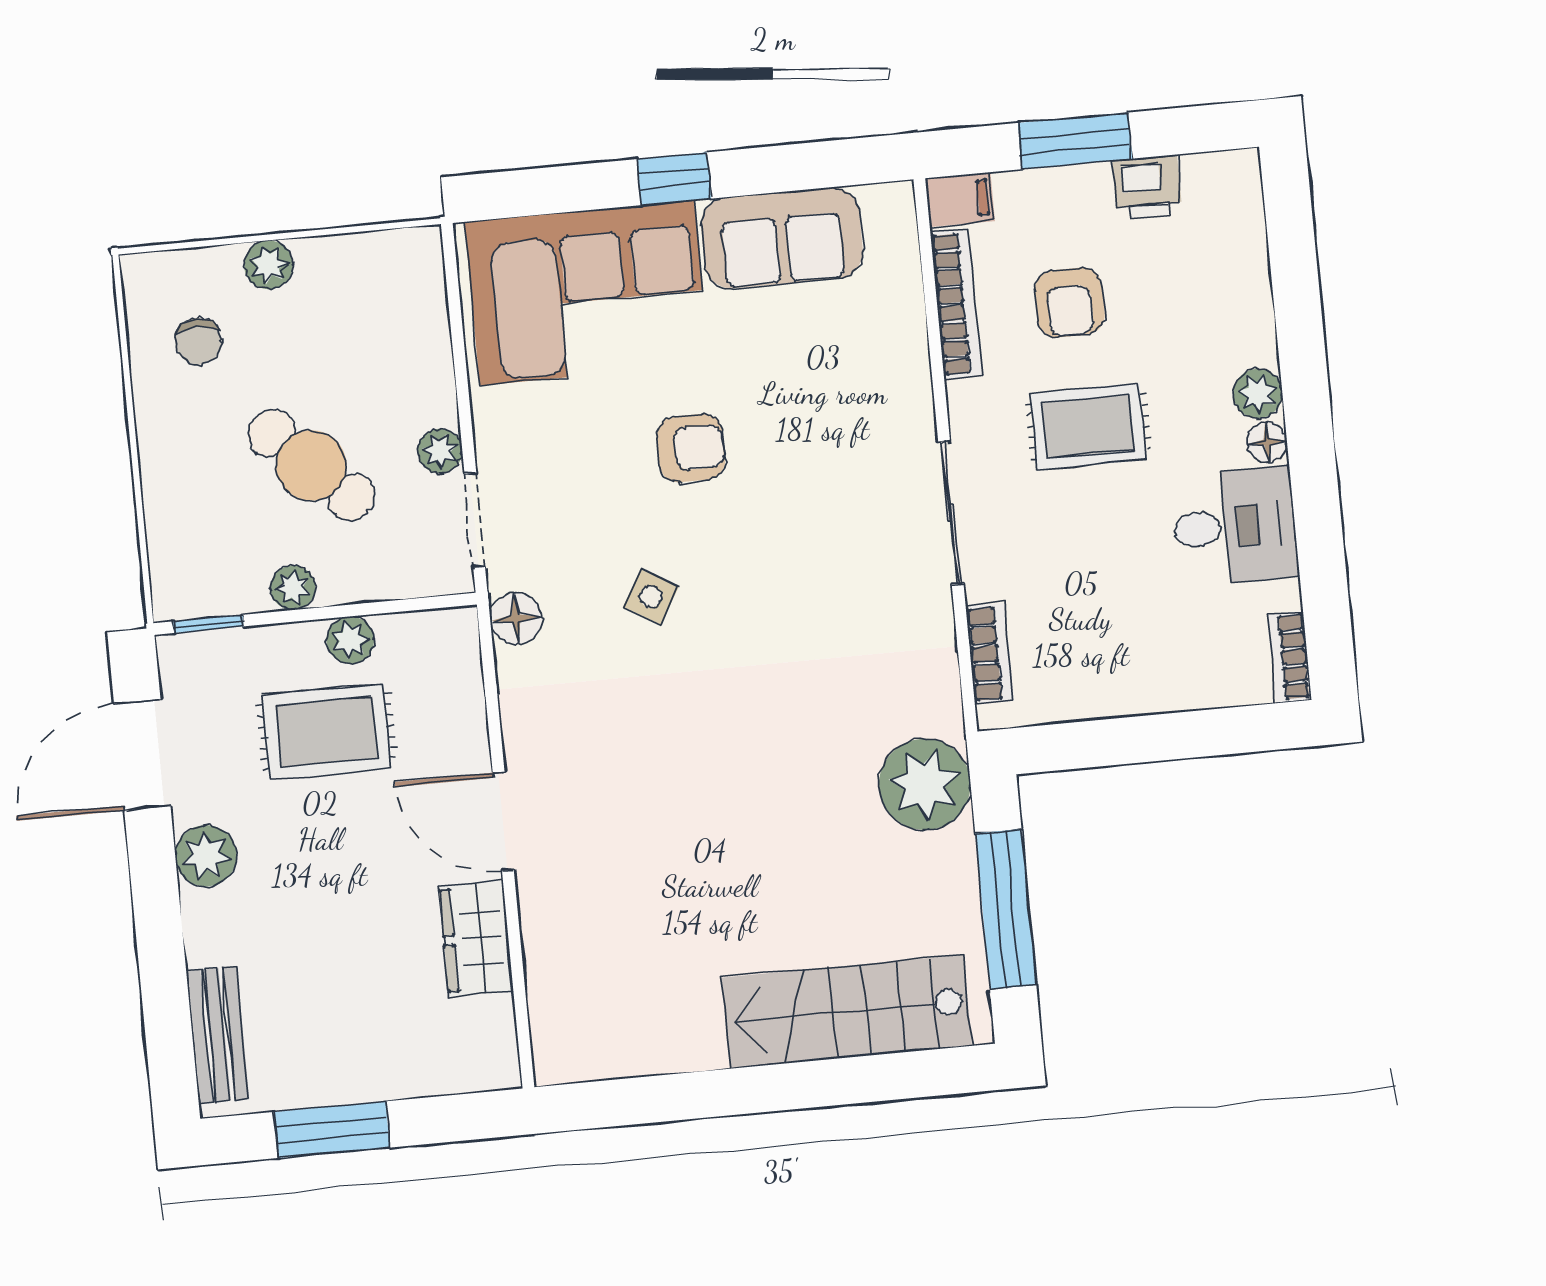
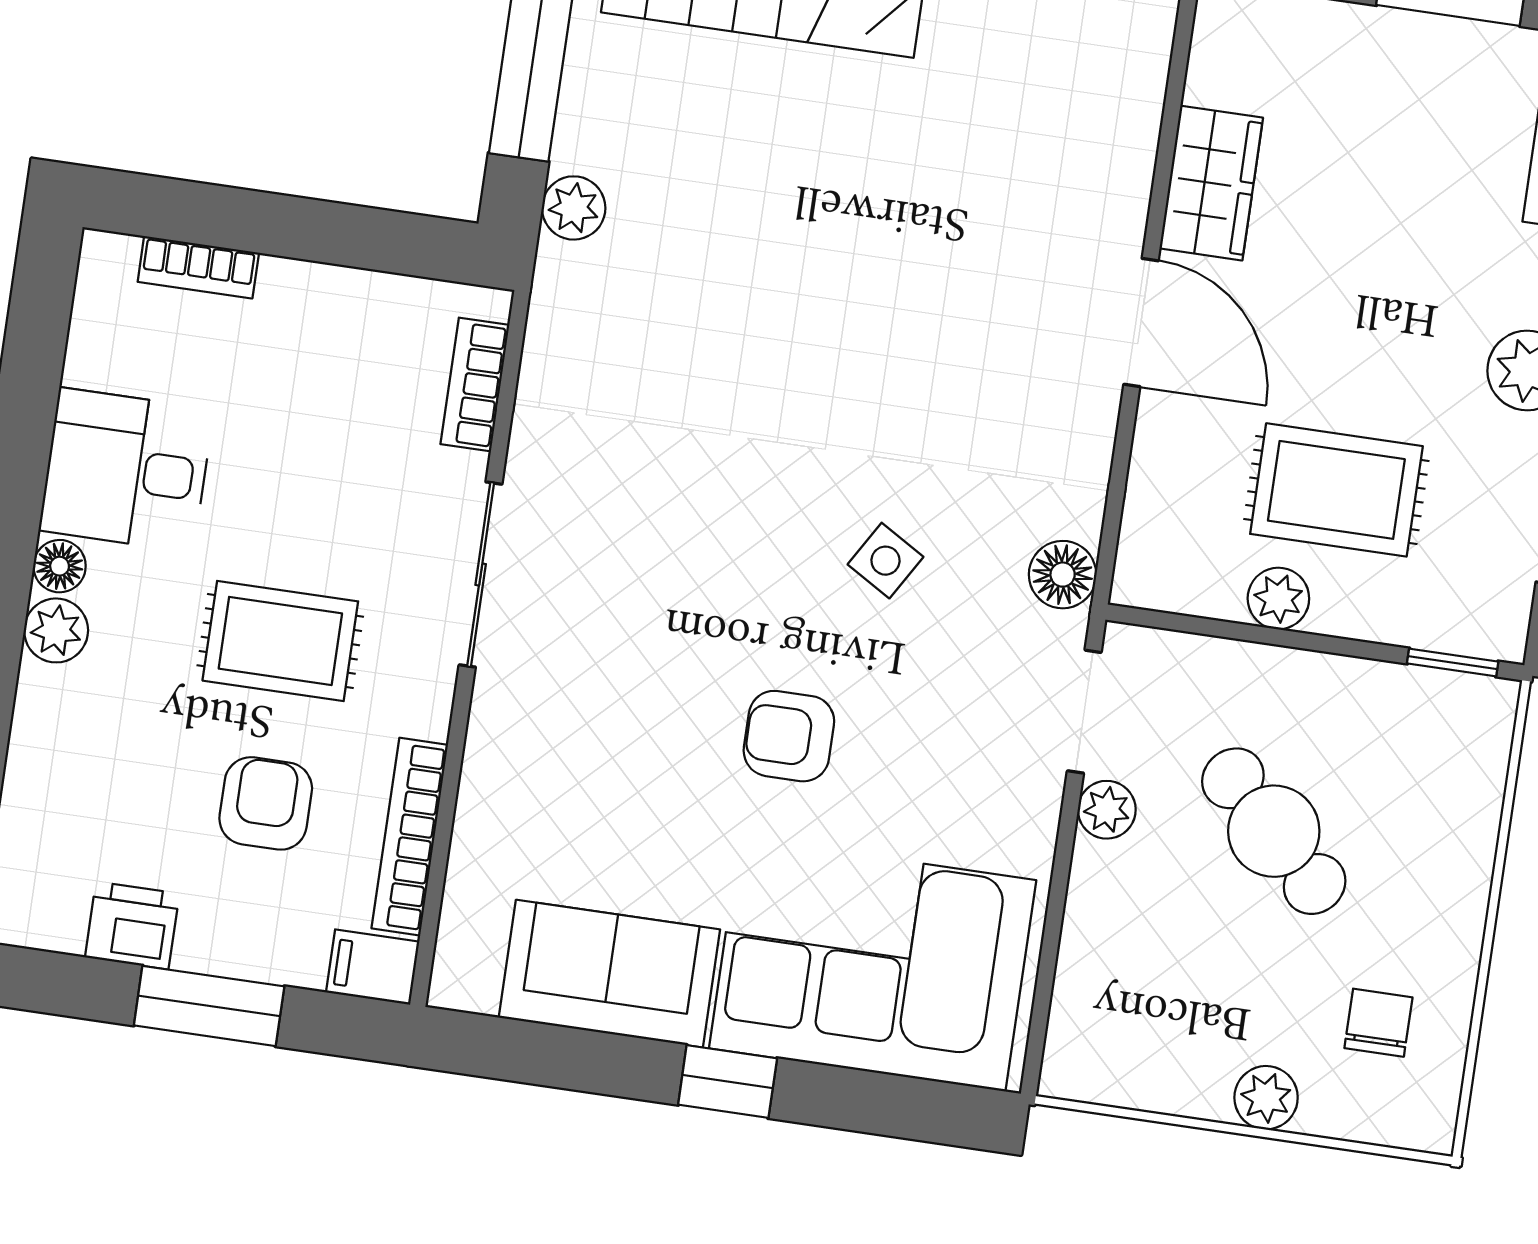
plant: (293, 588) -> (1335, 682), removed
bookcase: (1290, 657) -> (198, 267), moved, turned 90
plant: (925, 784) -> (574, 208), width x0.53, depth x0.53

